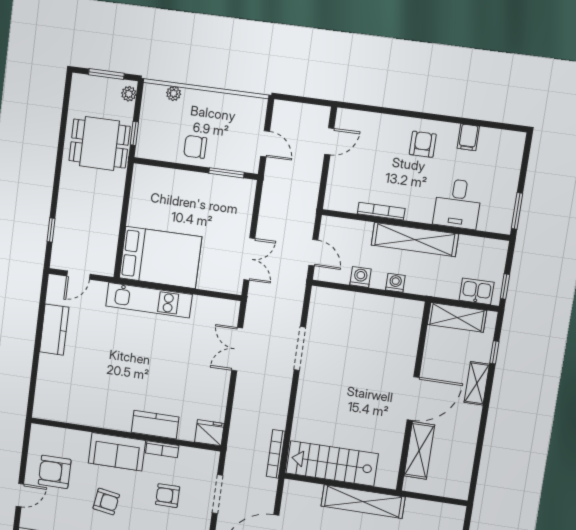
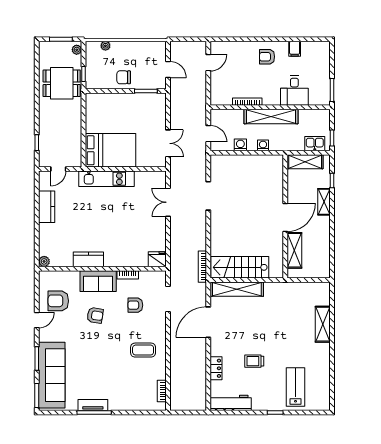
armchair: (423, 144) -> (267, 57), turned -90
plant: (41, 411) -> (44, 261), added
kitchen counter: (155, 425) -> (88, 259), moved
shelving: (363, 502) -> (237, 289), moved

